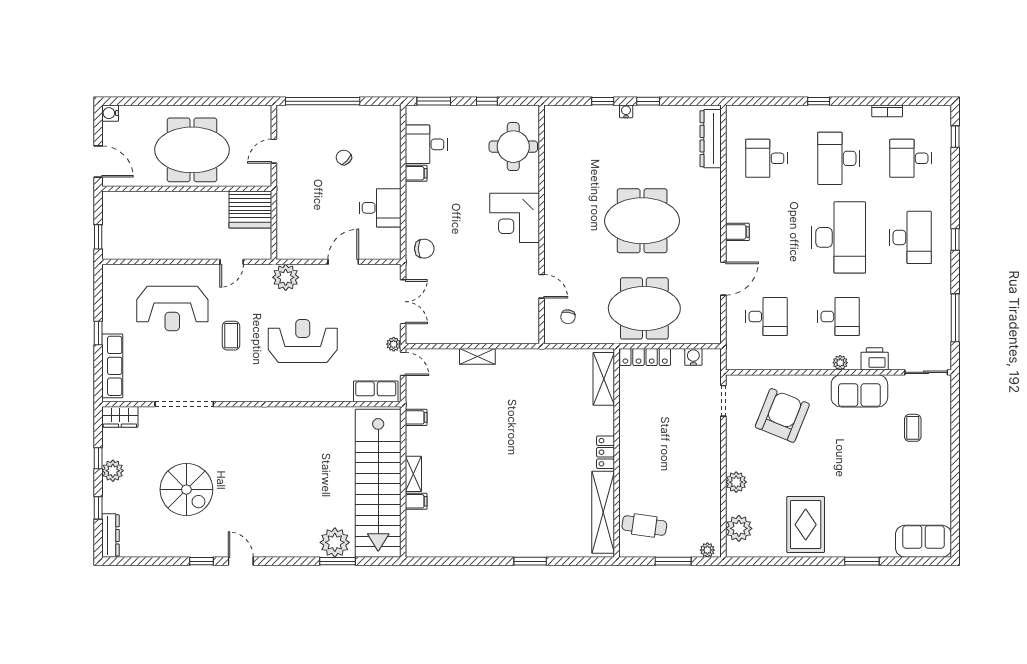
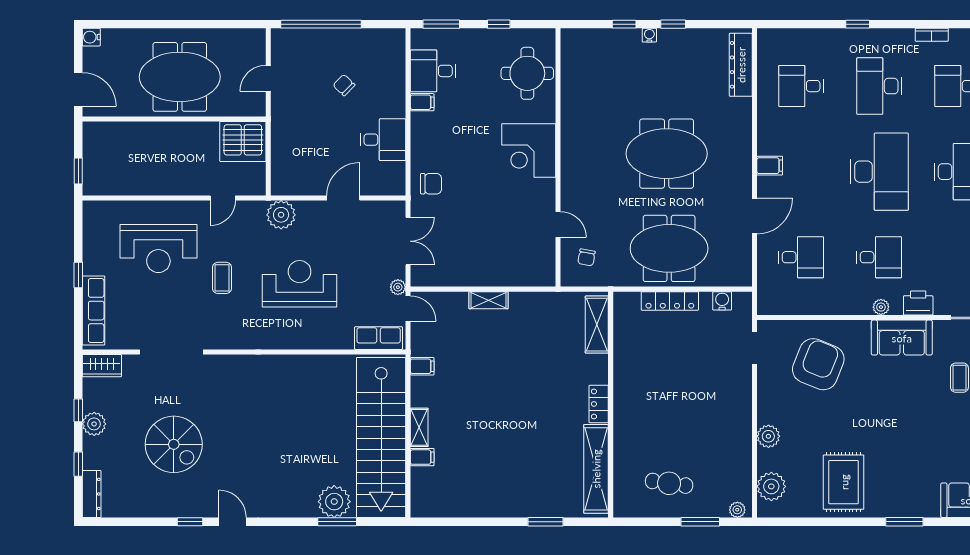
shelving: (604, 379) -> (597, 325), moved
locker: (606, 452) -> (599, 404), moved
wall: (617, 453) -> (611, 405), moved
shelving: (603, 512) -> (596, 469), moved

